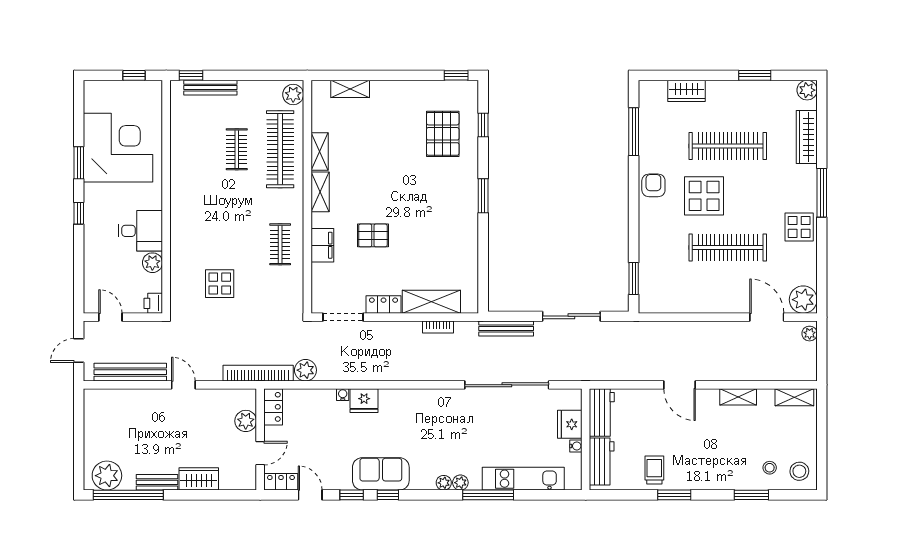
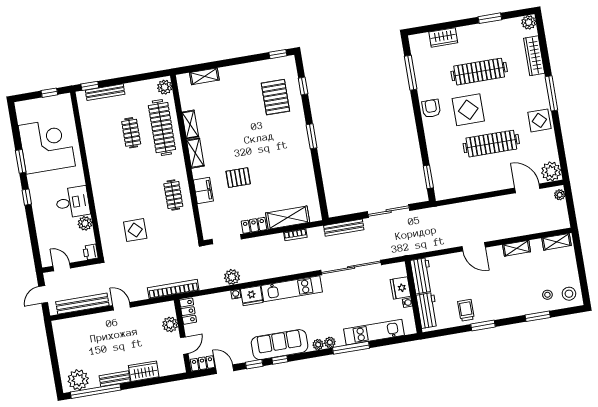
plant: (305, 370) -> (232, 277), moved
kitchen unit: (421, 400) -> (292, 289), added
sofa: (381, 474) -> (280, 345), width x1.36

